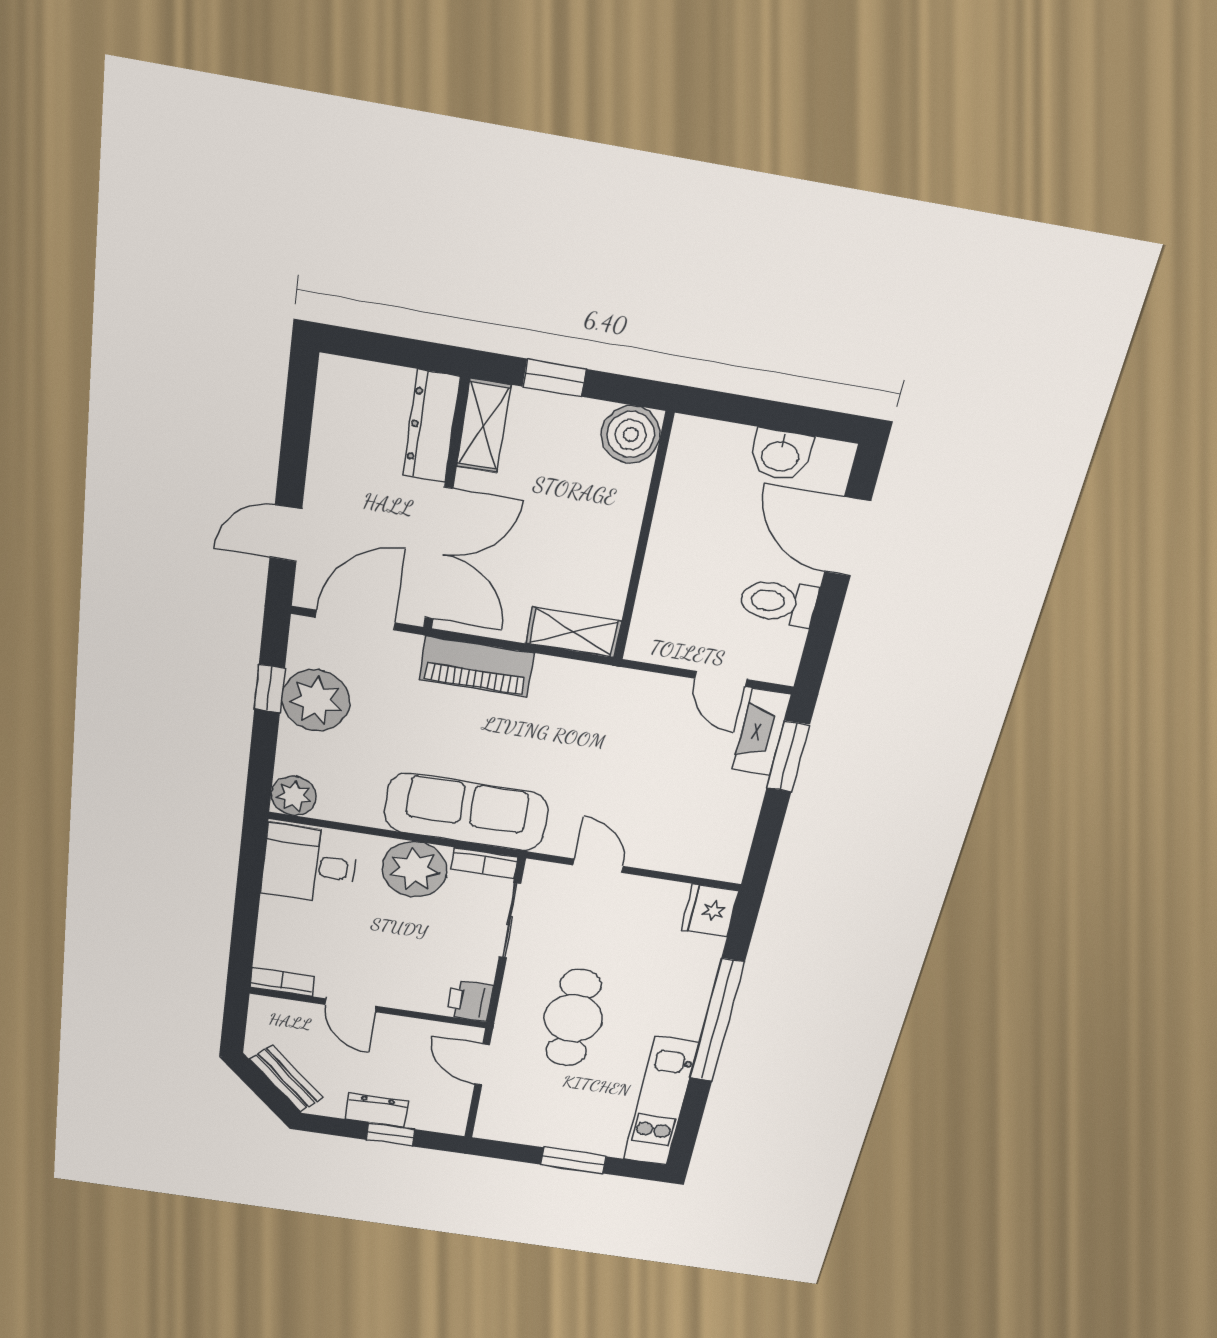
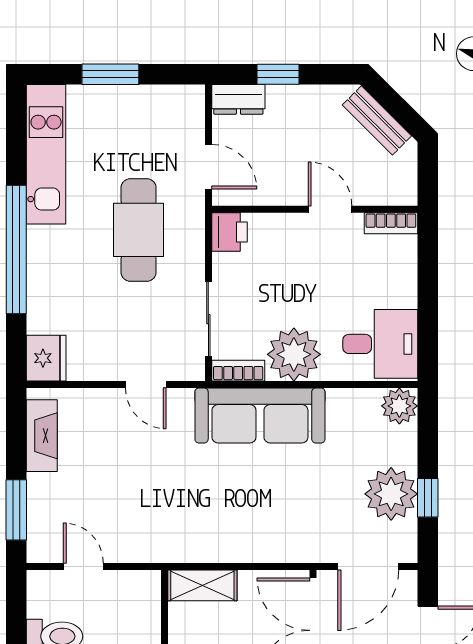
piano: (477, 666) -> (271, 544), removed
fireplace: (762, 732) -> (42, 436), moved
dresser: (376, 1110) -> (238, 99), moved

